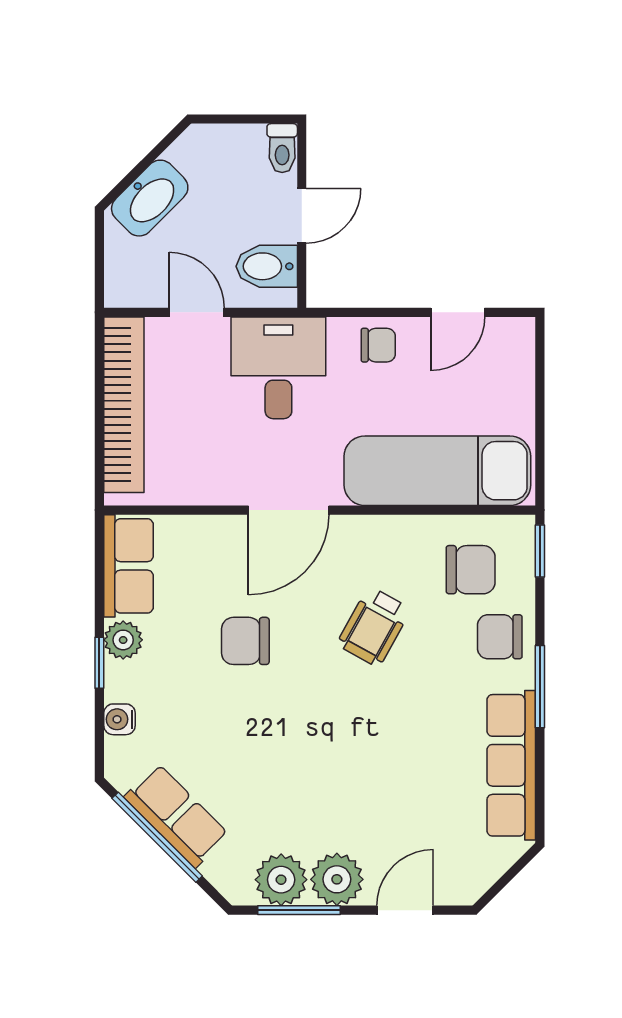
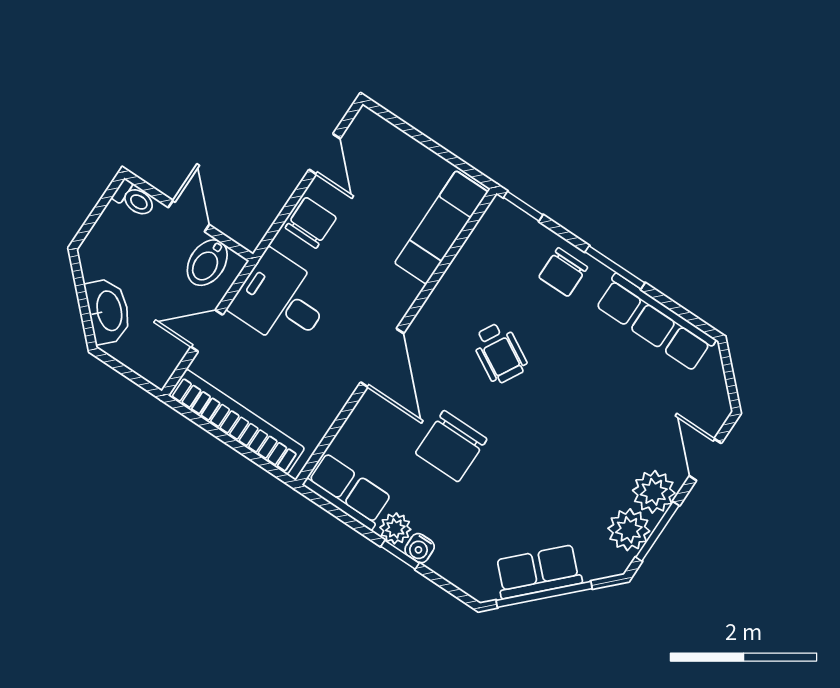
chair: (378, 345) -> (311, 223), width x1.37, depth x1.37
exam couch: (437, 471) -> (441, 227), width x0.73, depth x0.69
chair: (471, 570) -> (505, 262), removed
chair: (245, 641) -> (451, 446), width x1.37, depth x1.37
water cooler: (120, 719) -> (420, 548), moved

